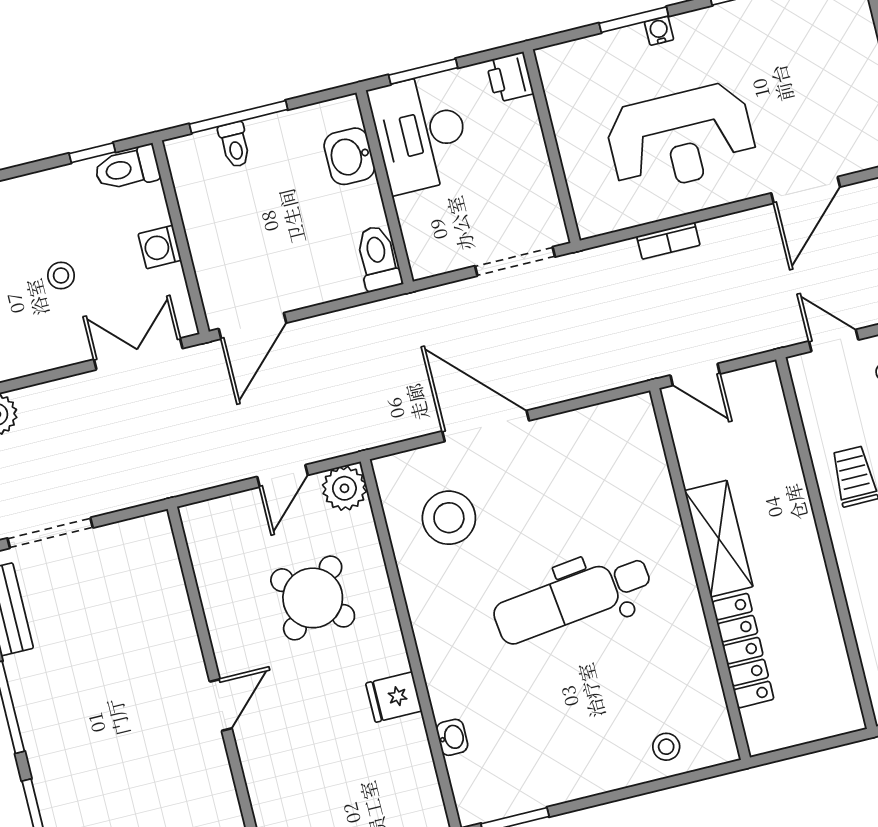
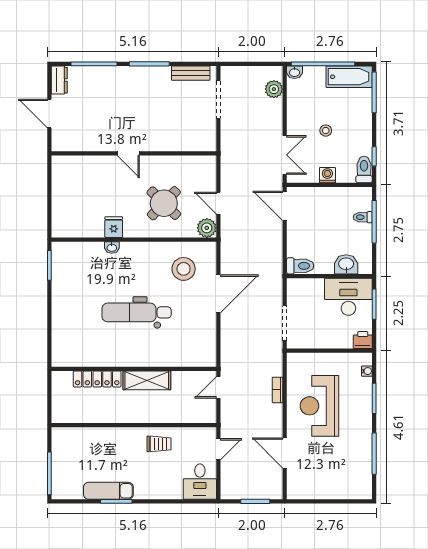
water cooler: (659, 31) -> (367, 371), moved
dental chair: (572, 599) -> (137, 312), turned -83
washbasin: (452, 737) -> (112, 247), moved
stool: (666, 747) -> (65, 337), removed

